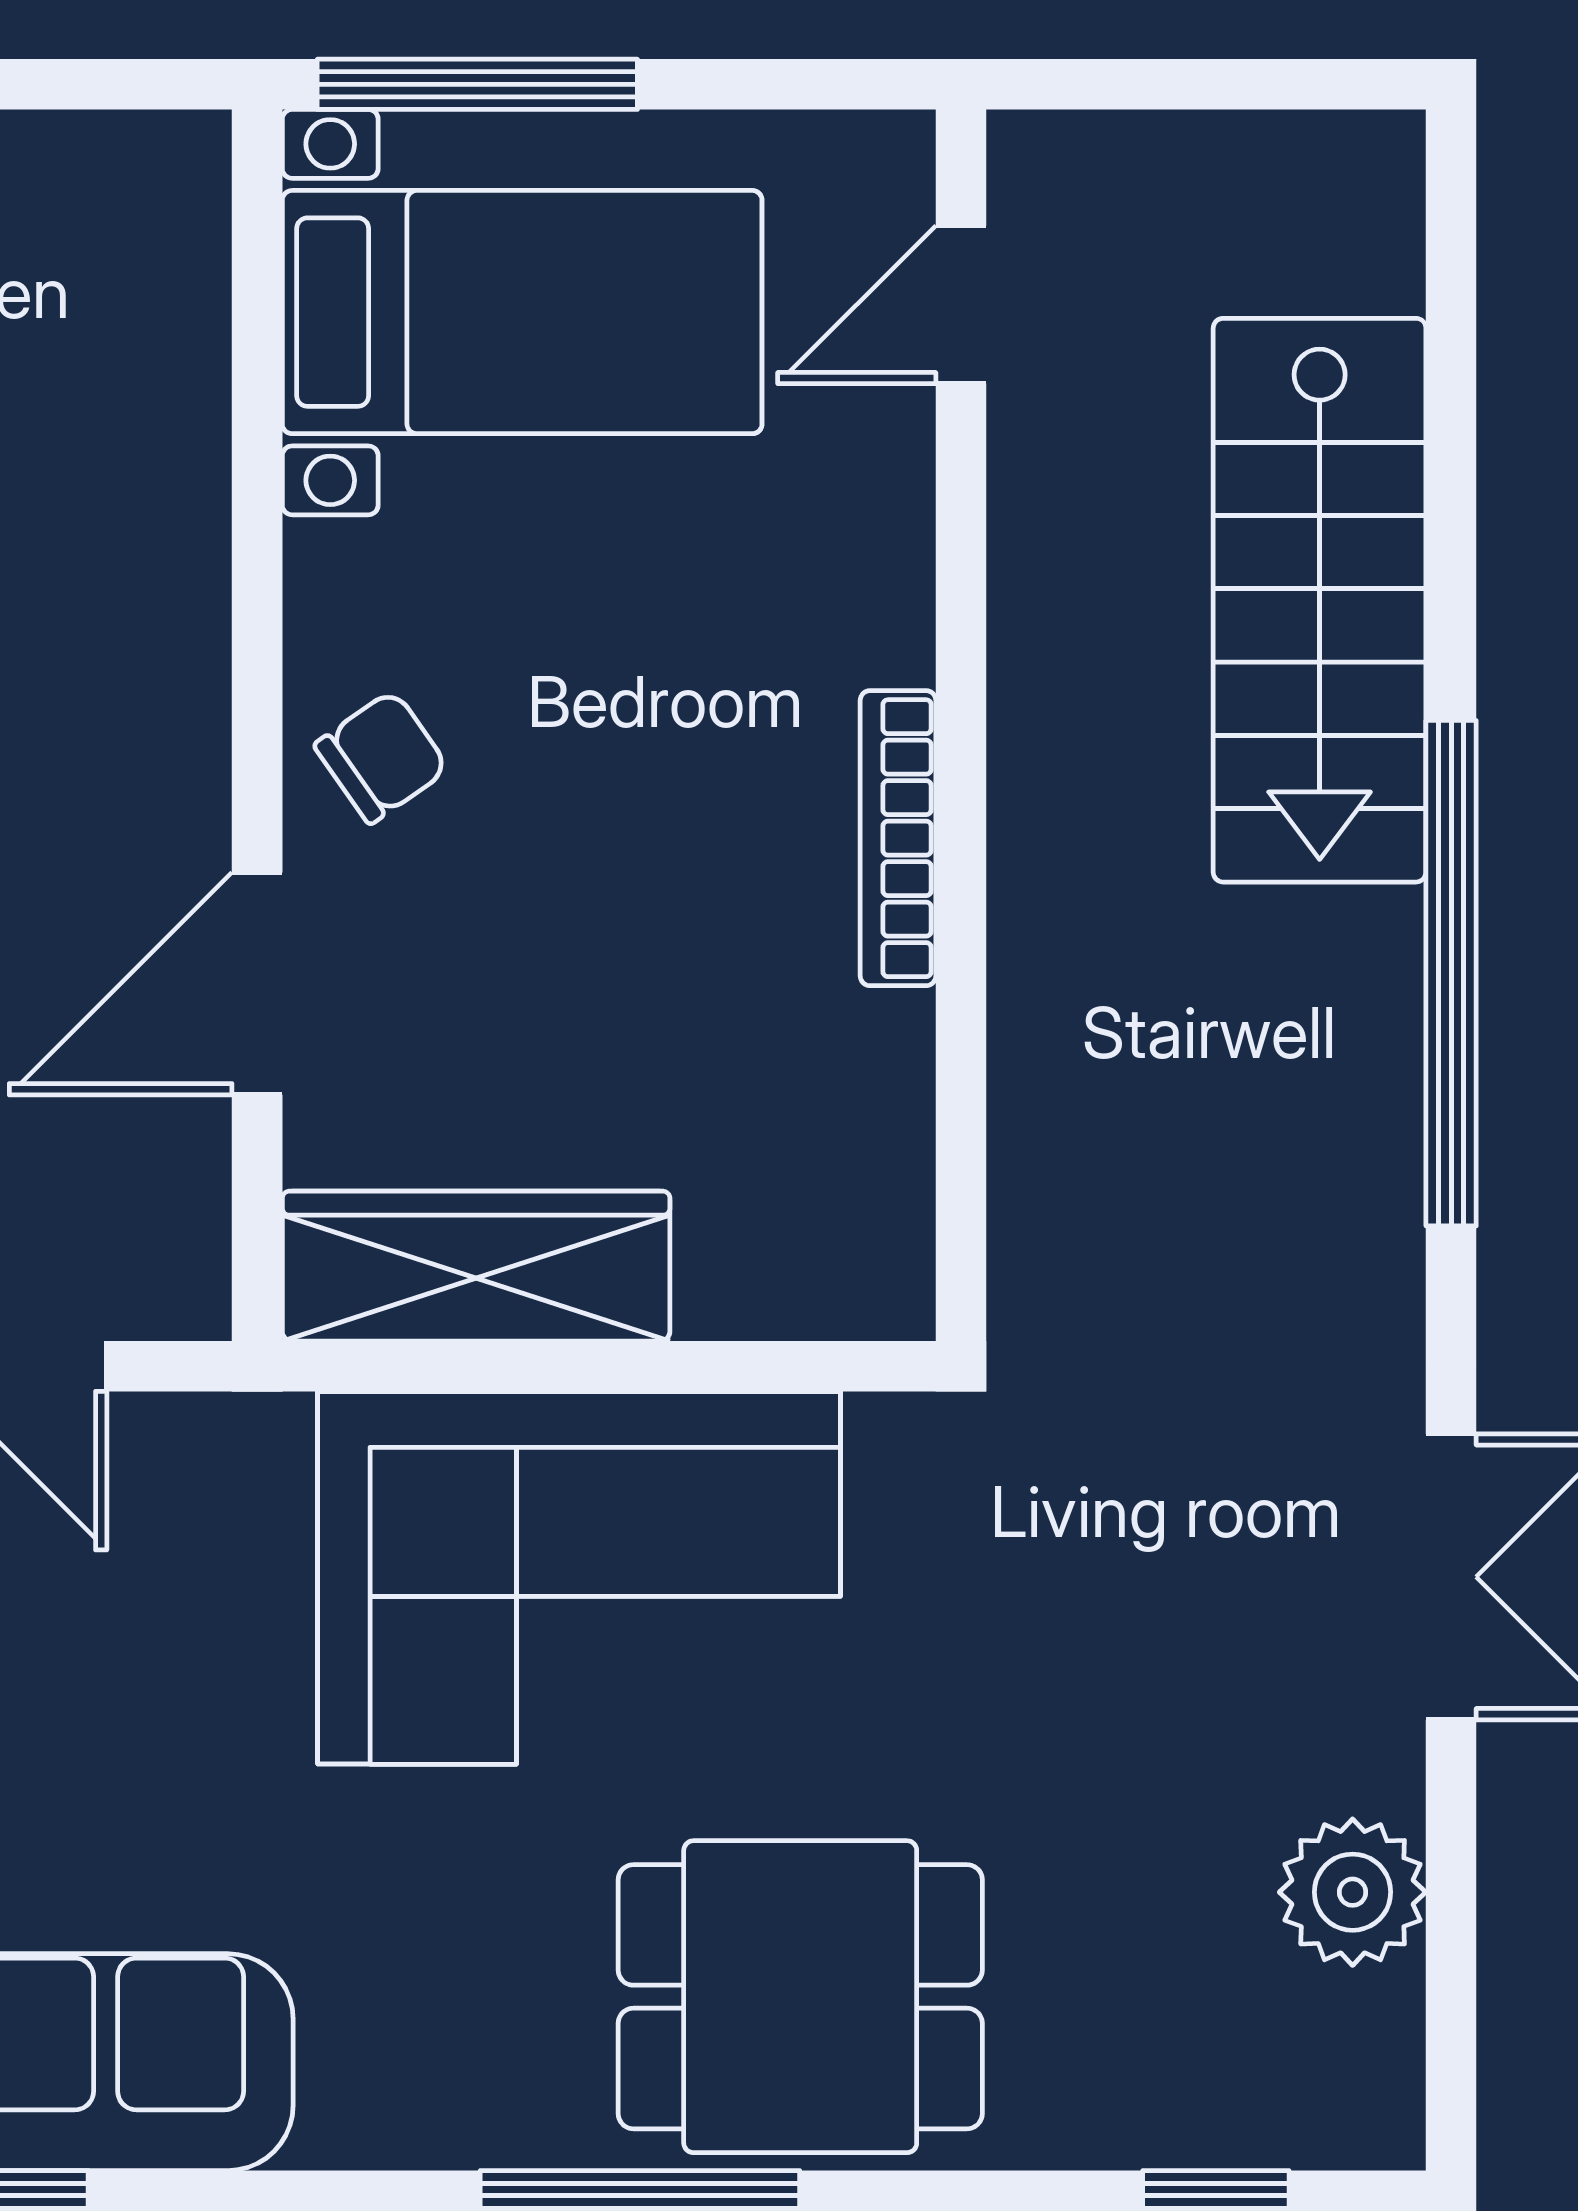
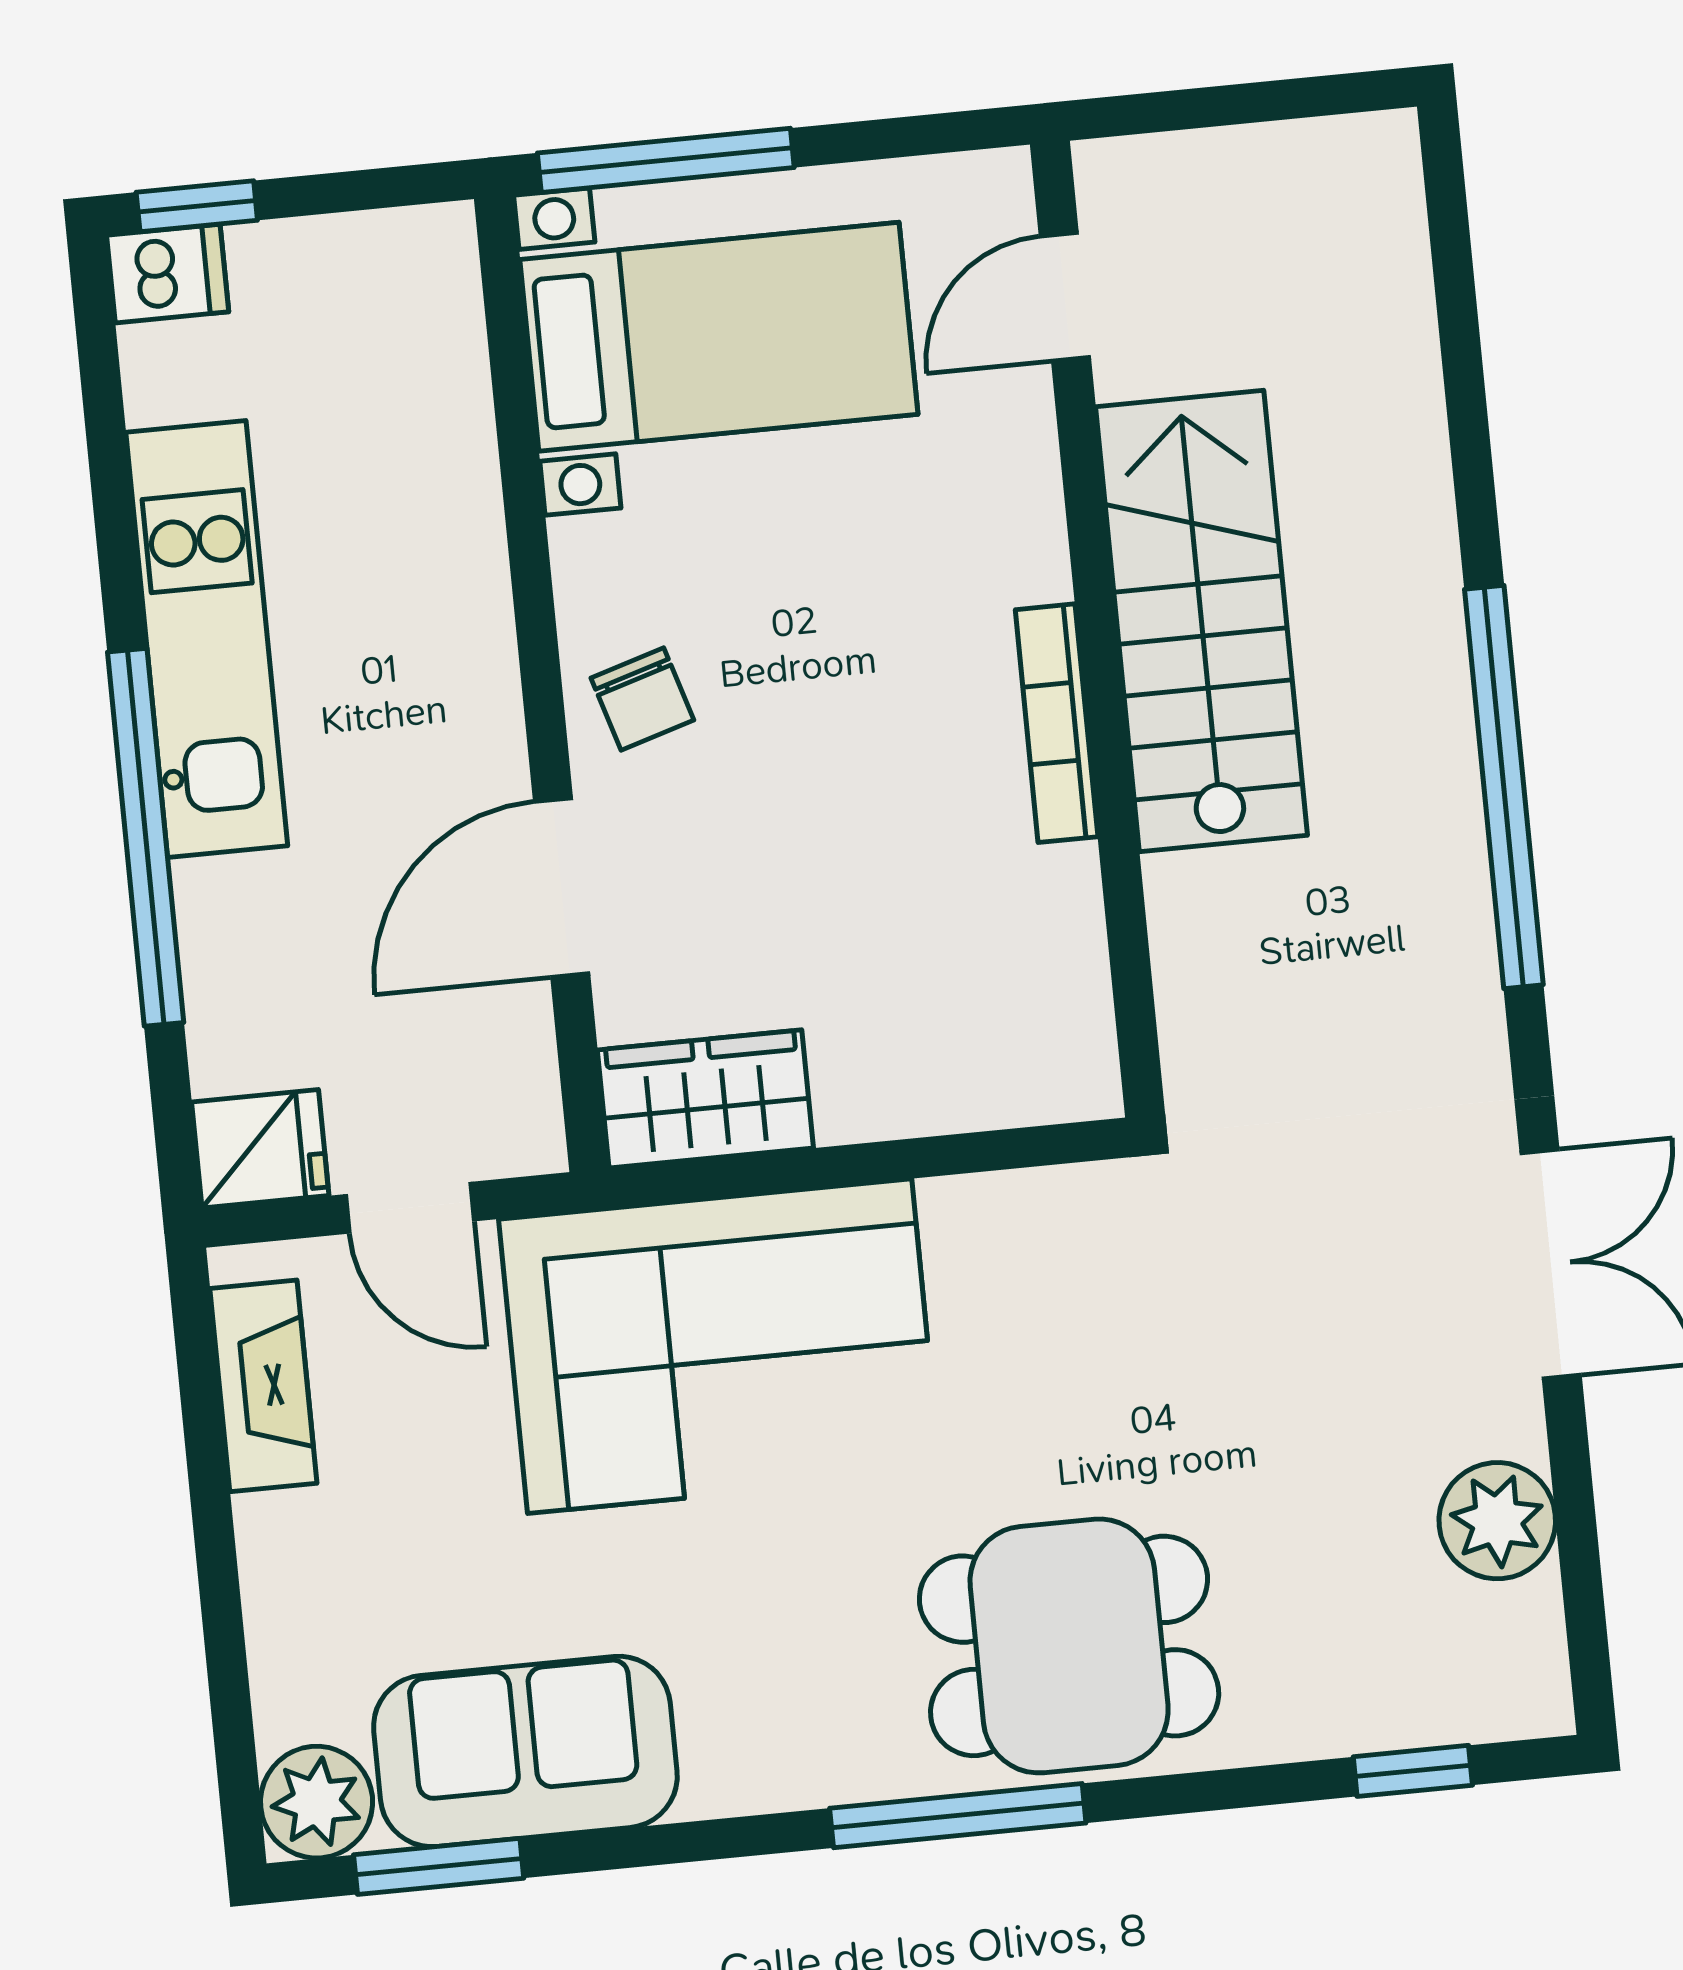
stairs: (1320, 600) -> (1202, 621), moved, turned 180
chair: (382, 757) -> (642, 699), turned 108
wardrobe: (476, 1266) -> (705, 1099), width x0.67
corner sofa: (579, 1578) -> (720, 1346), moved

